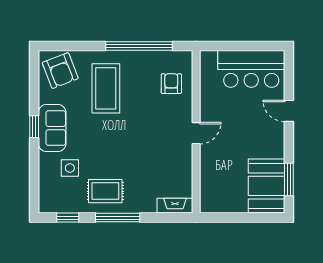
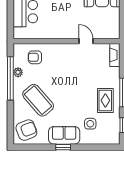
plant: (148, 58) -> (18, 72), added
coffee table: (106, 88) -> (38, 100), turned 49
door: (196, 133) -> (86, 41), moved

